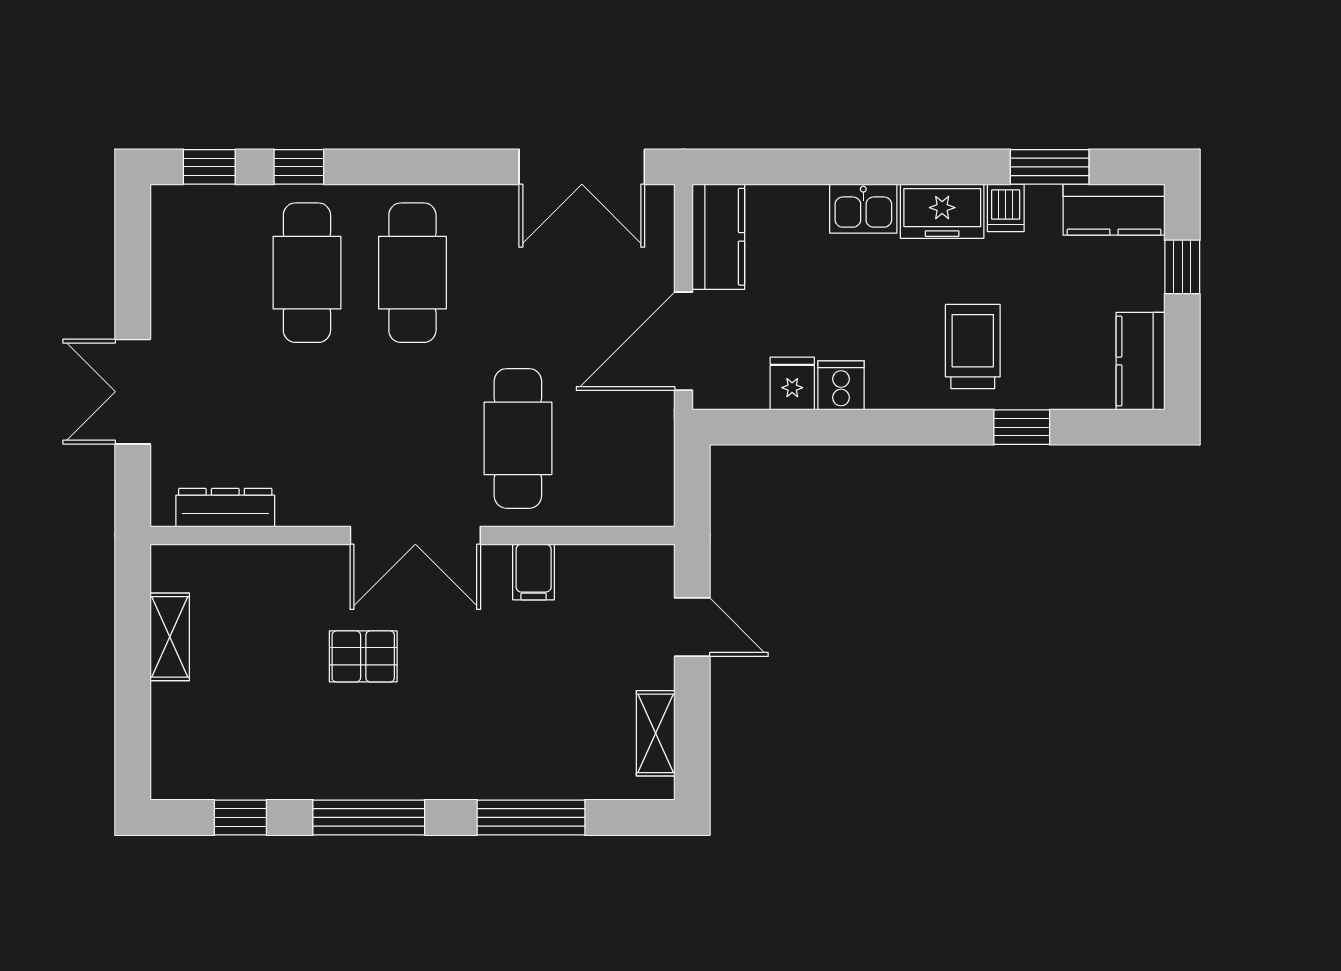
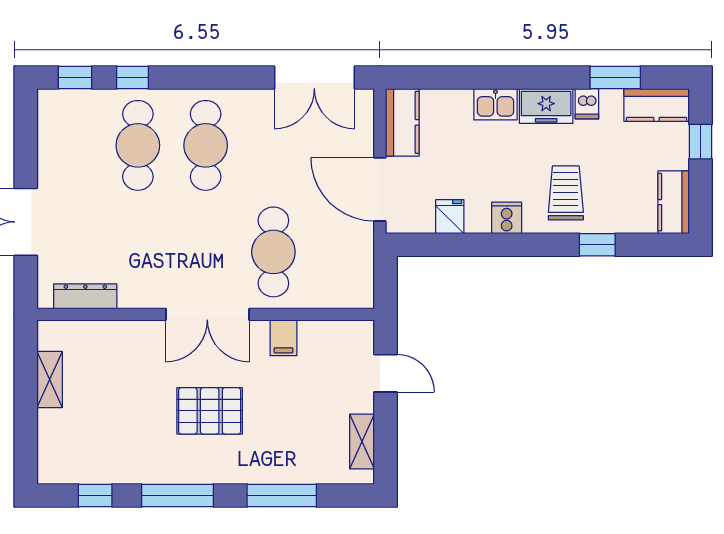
door: (683, 341) -> (380, 189), hinge flipped
cooker: (841, 385) -> (507, 218), moved
pallet: (363, 656) -> (210, 411), moved, width x1.50, depth x1.42

